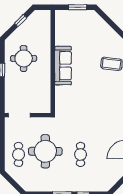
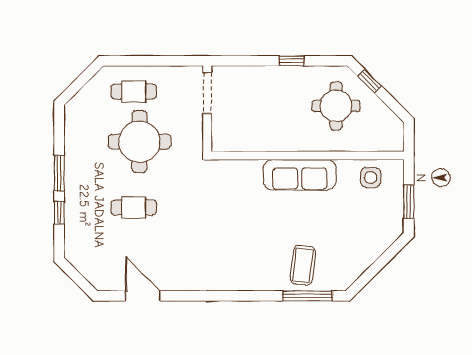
window: (21, 21) -> (369, 81), moved
side table: (65, 28) -> (371, 178), added
round table: (24, 58) -> (336, 106), moved

